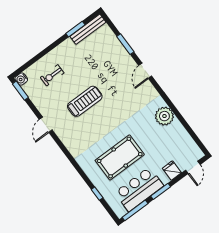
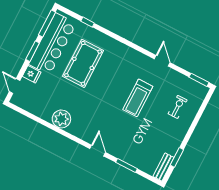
bench: (88, 29) -> (164, 167), width x0.73
water cooler: (21, 79) -> (203, 90), removed
bar counter: (139, 189) -> (52, 44), width x1.36

